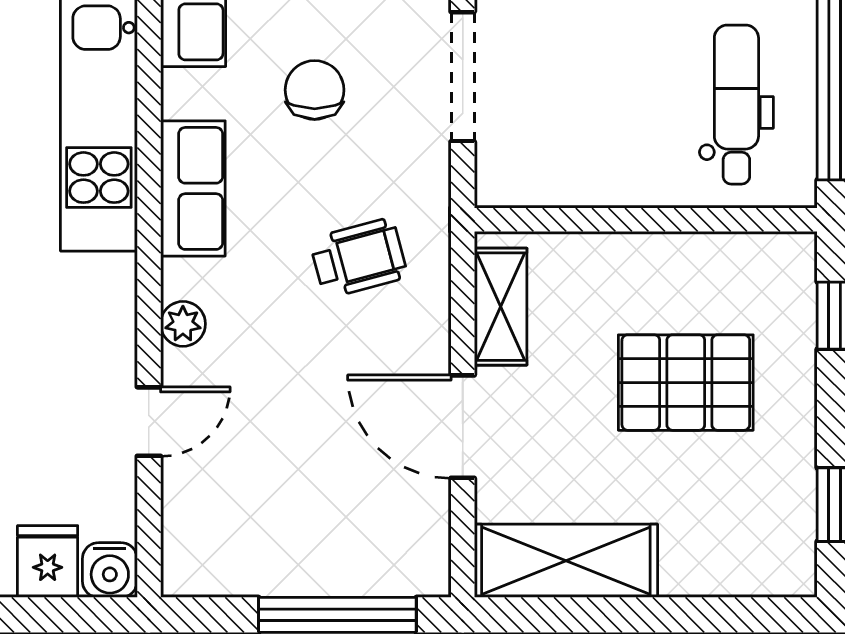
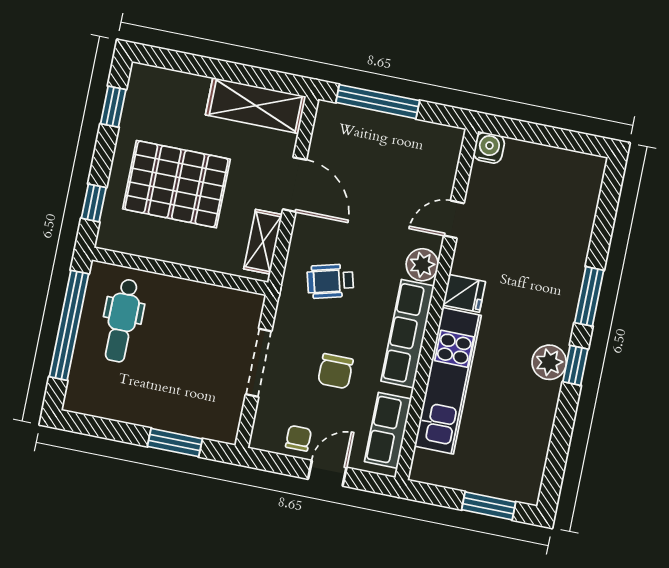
row of seats: (193, 188) -> (408, 334), width x1.48
plant: (183, 324) -> (422, 265), width x1.38, depth x1.38
pallet: (686, 383) -> (176, 184), width x1.37, depth x1.41
fridge: (48, 562) -> (464, 293), moved, turned -90

